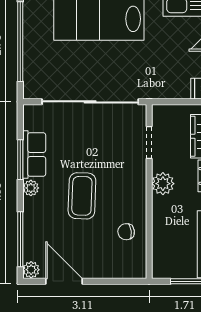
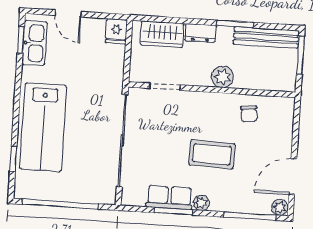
plant: (163, 184) -> (222, 77), moved

